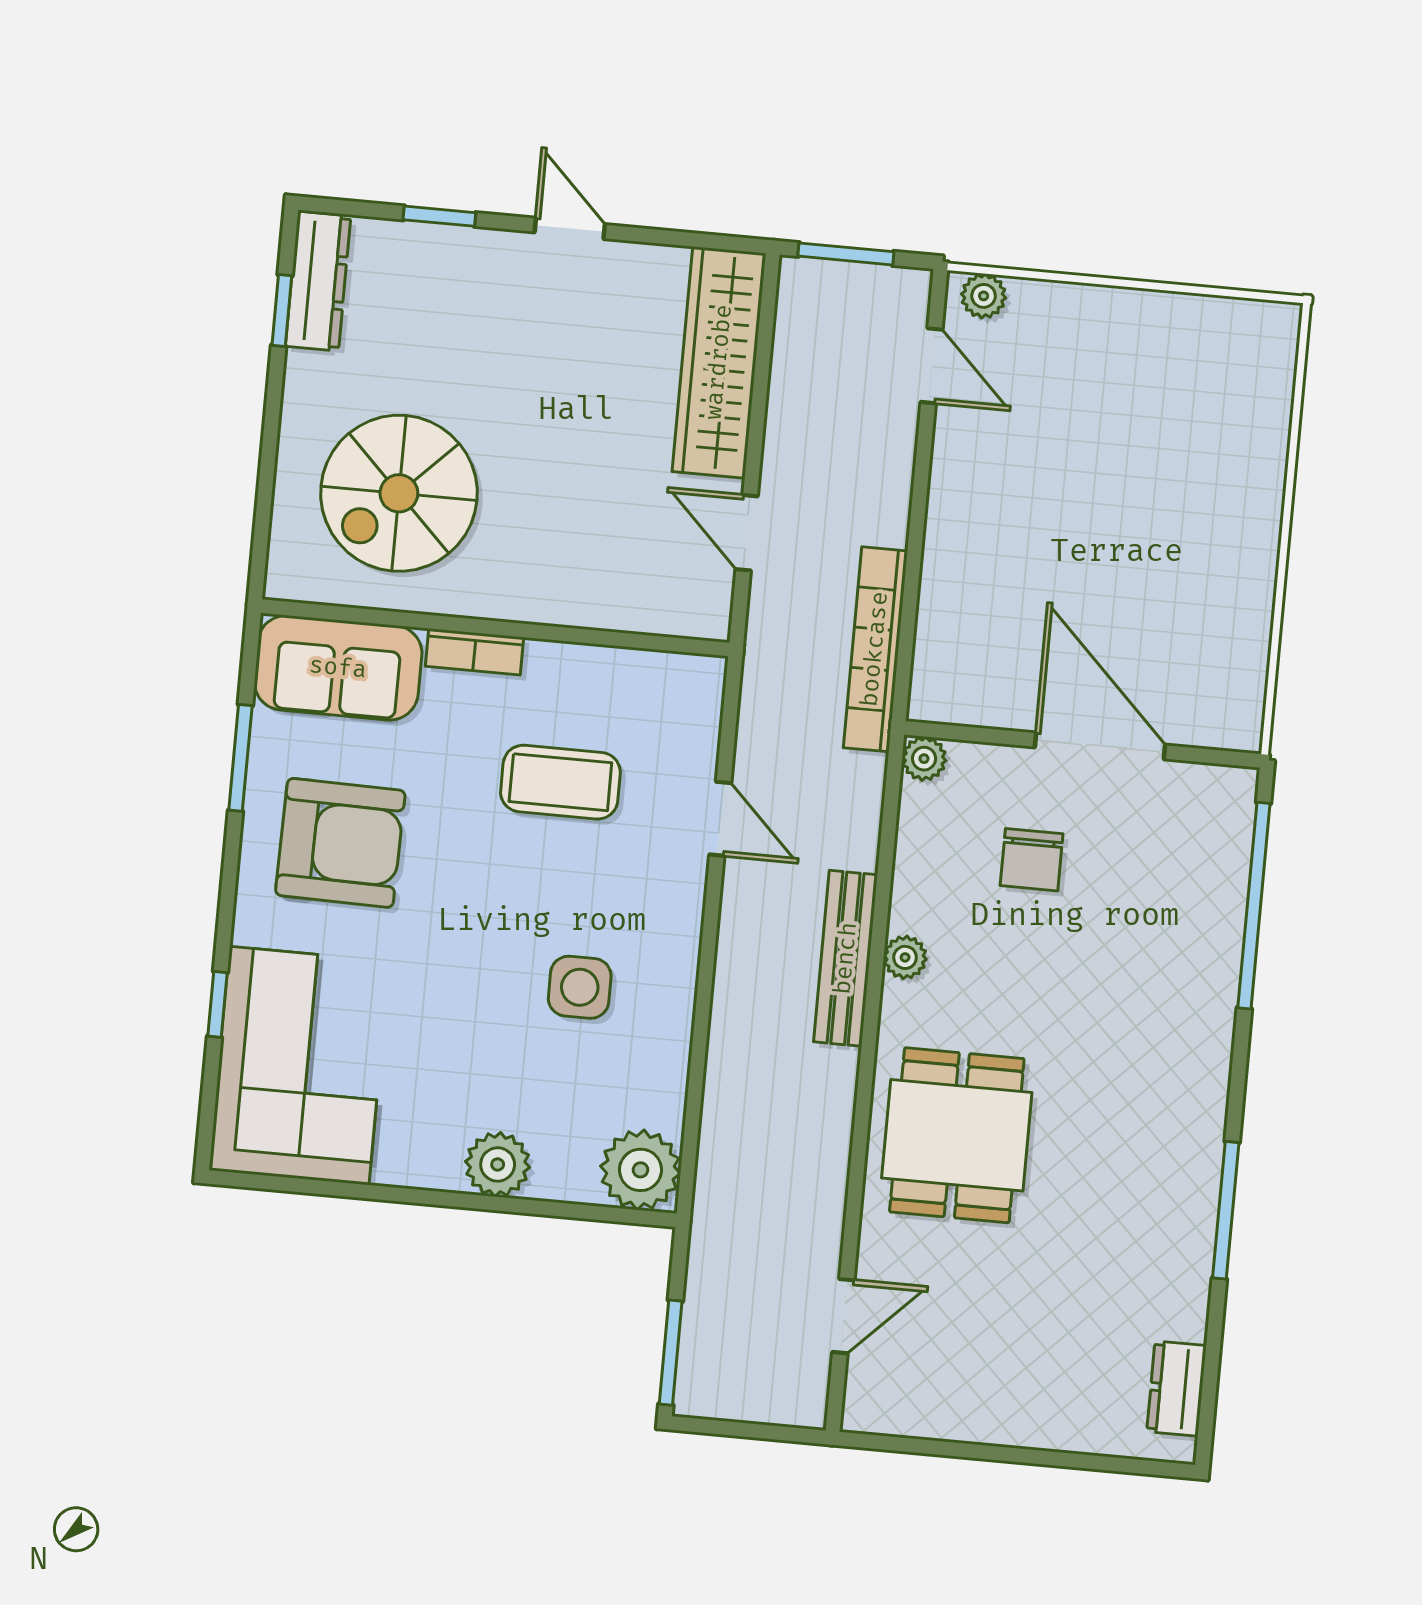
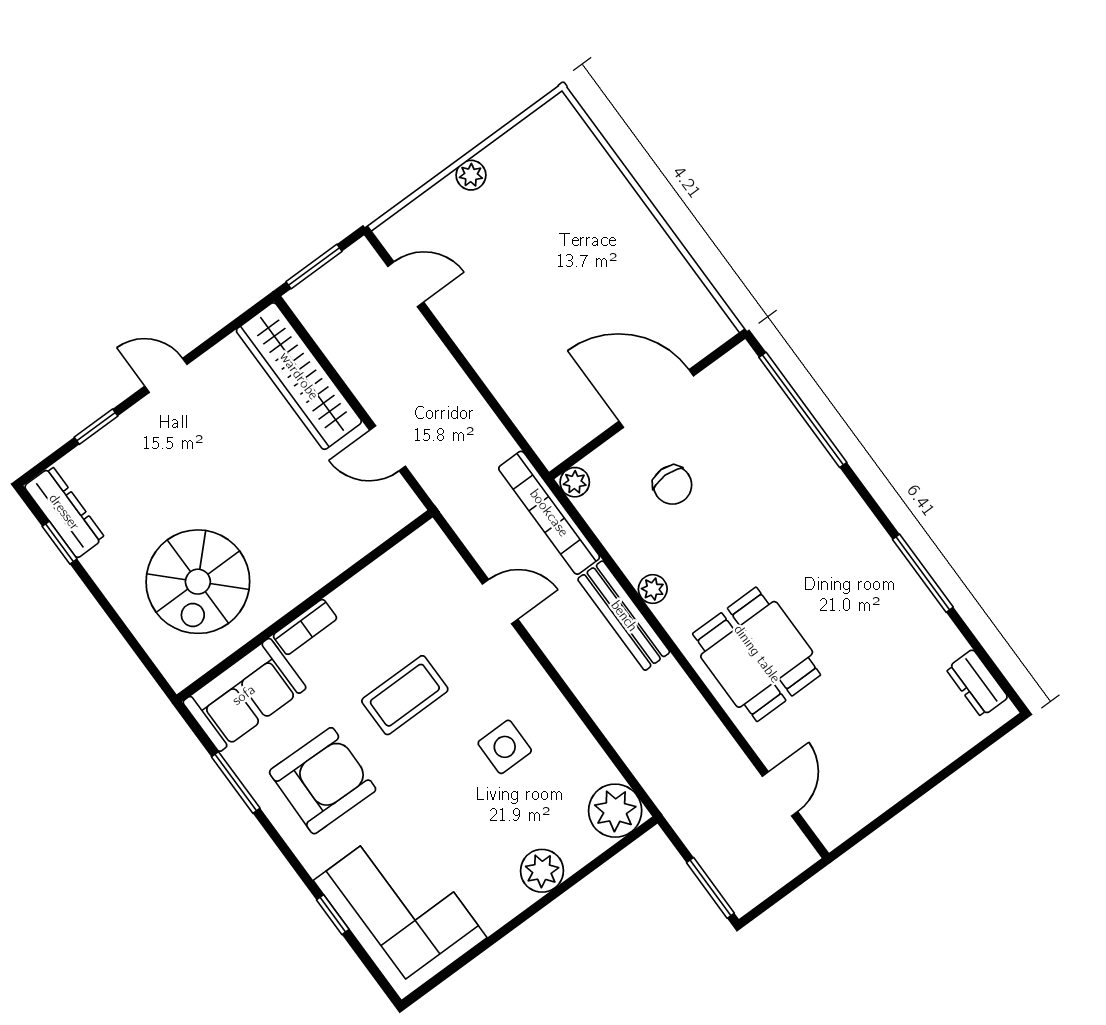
plant: (984, 296) -> (471, 175), moved
bookcase: (875, 649) -> (549, 513), moved
coffee table: (560, 782) -> (405, 695), moved

